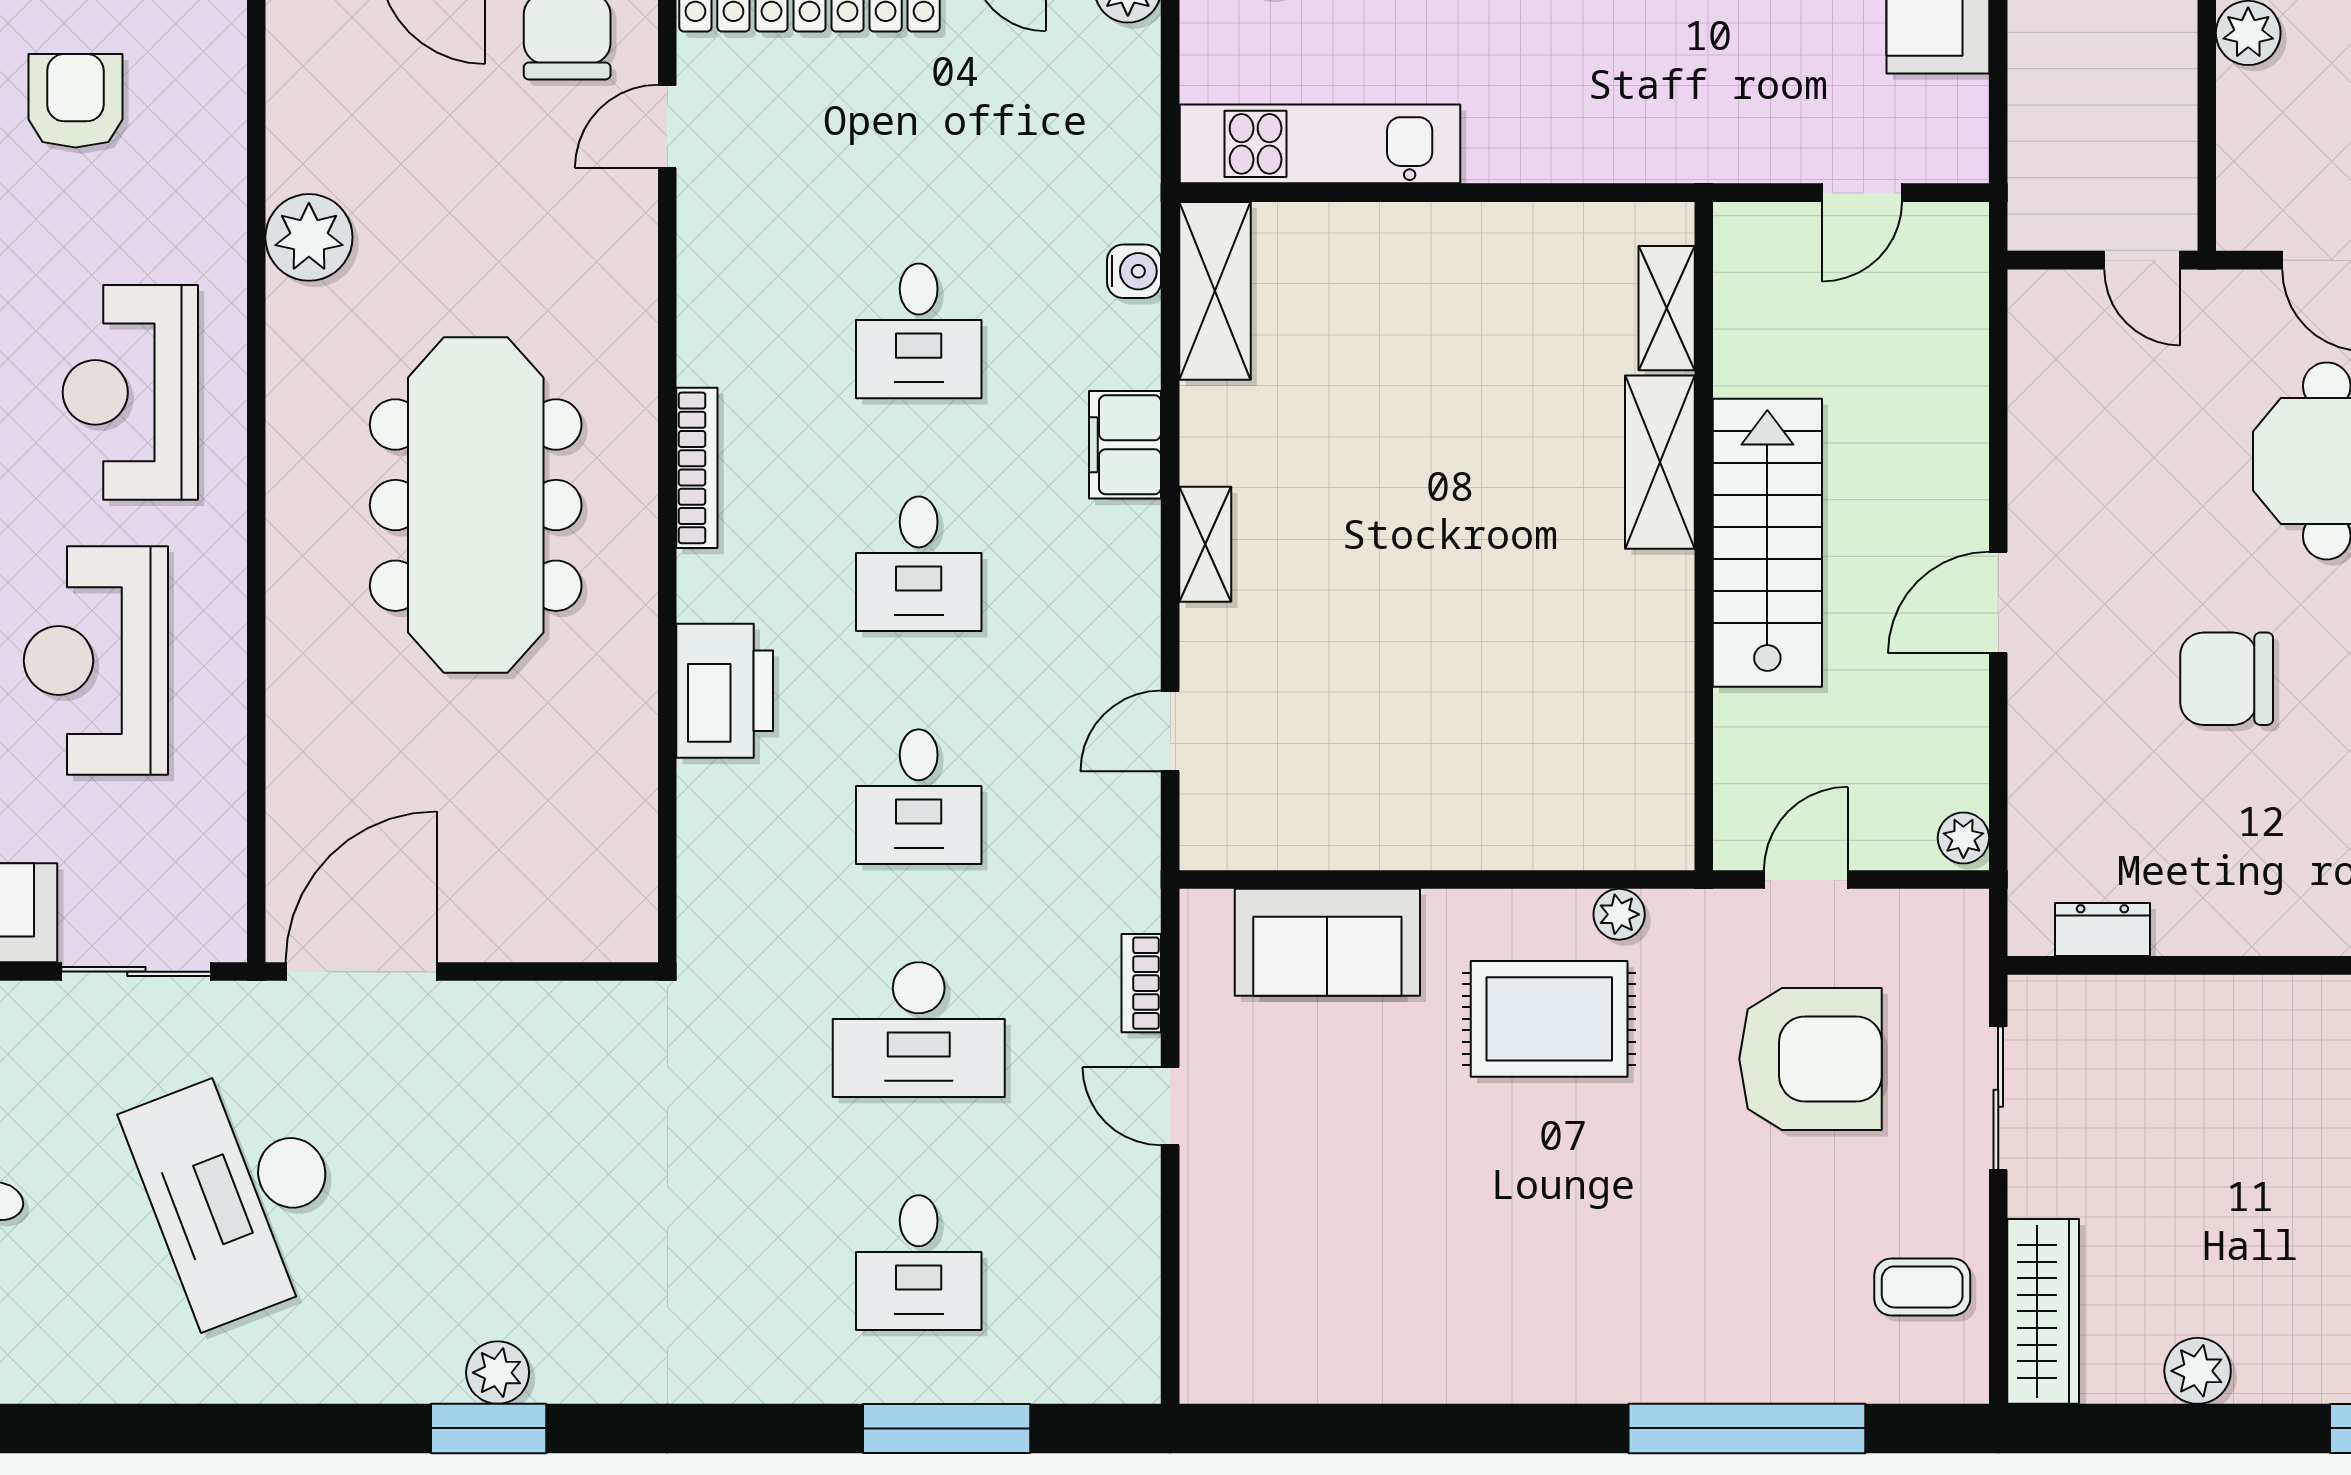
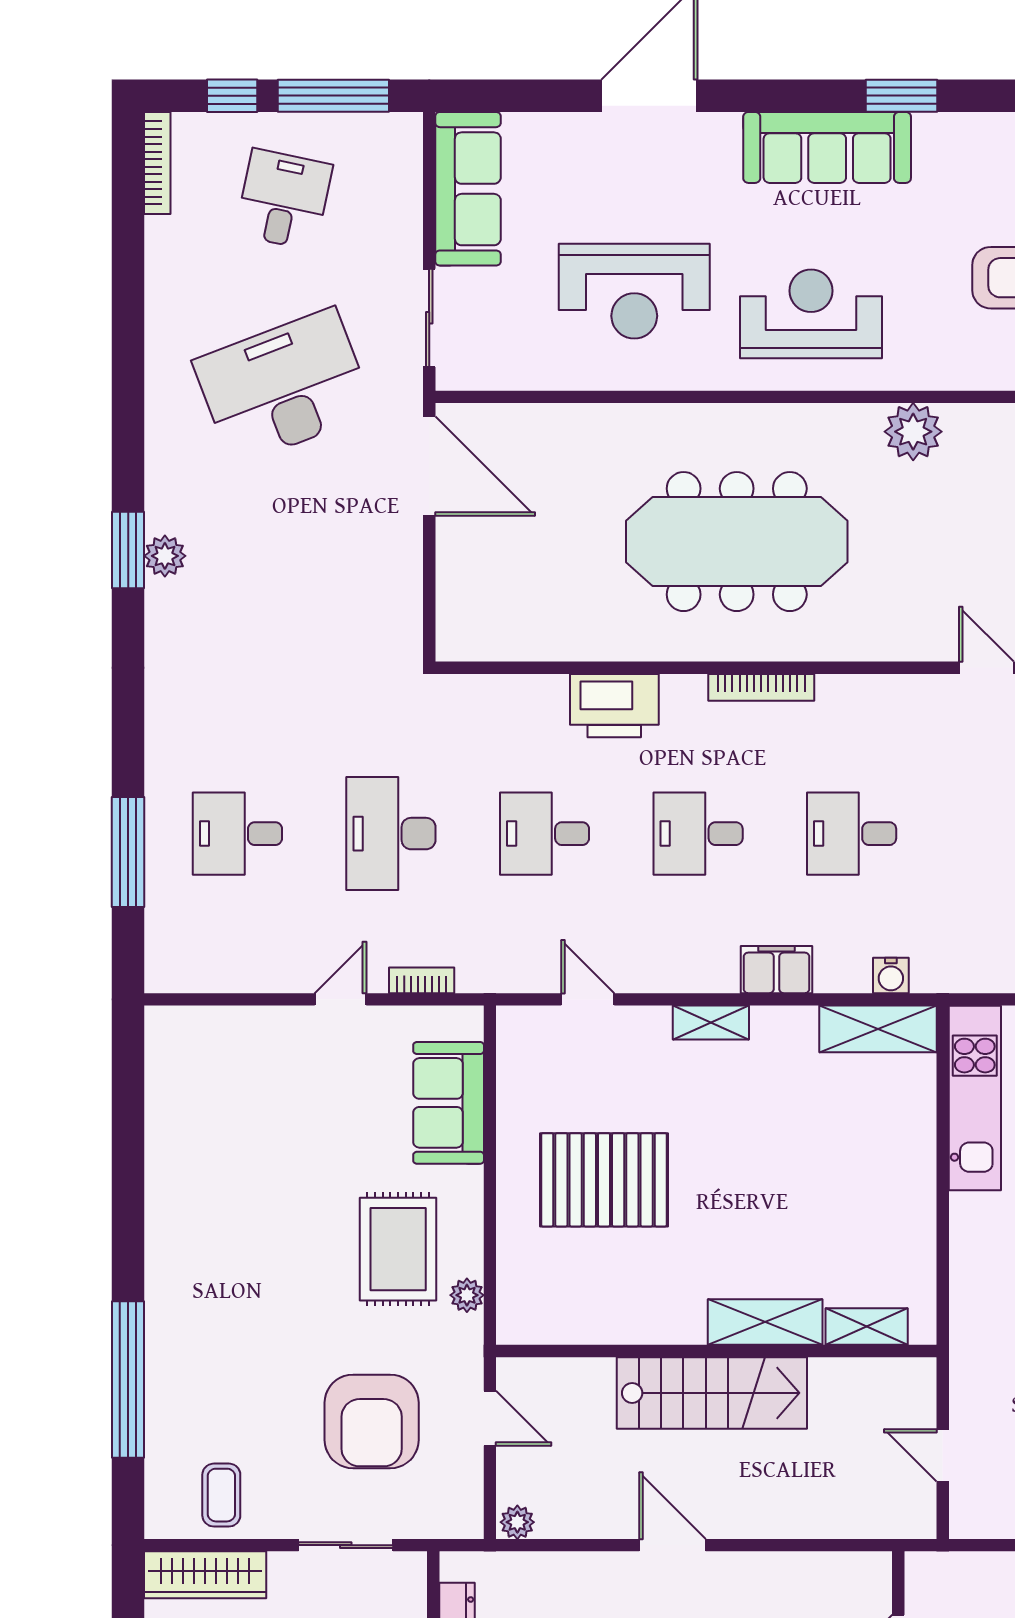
reception desk: (96, 661) -> (634, 291), turned 180
pallet: (1444, 706) -> (604, 1180), added

